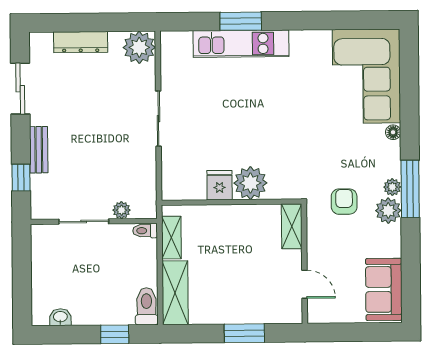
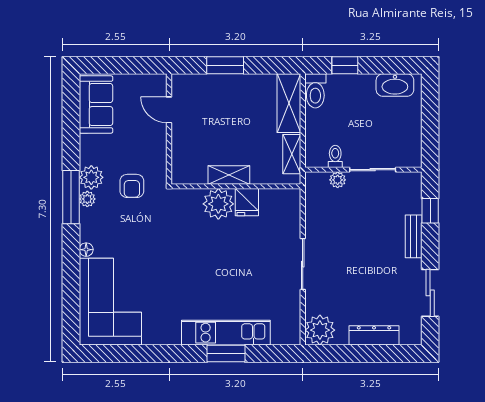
shelving: (292, 226) -> (229, 175), moved, turned 90
toilet: (145, 231) -> (335, 156), moved, turned -90
washbasin: (60, 317) -> (395, 85), width x1.91, depth x1.45

